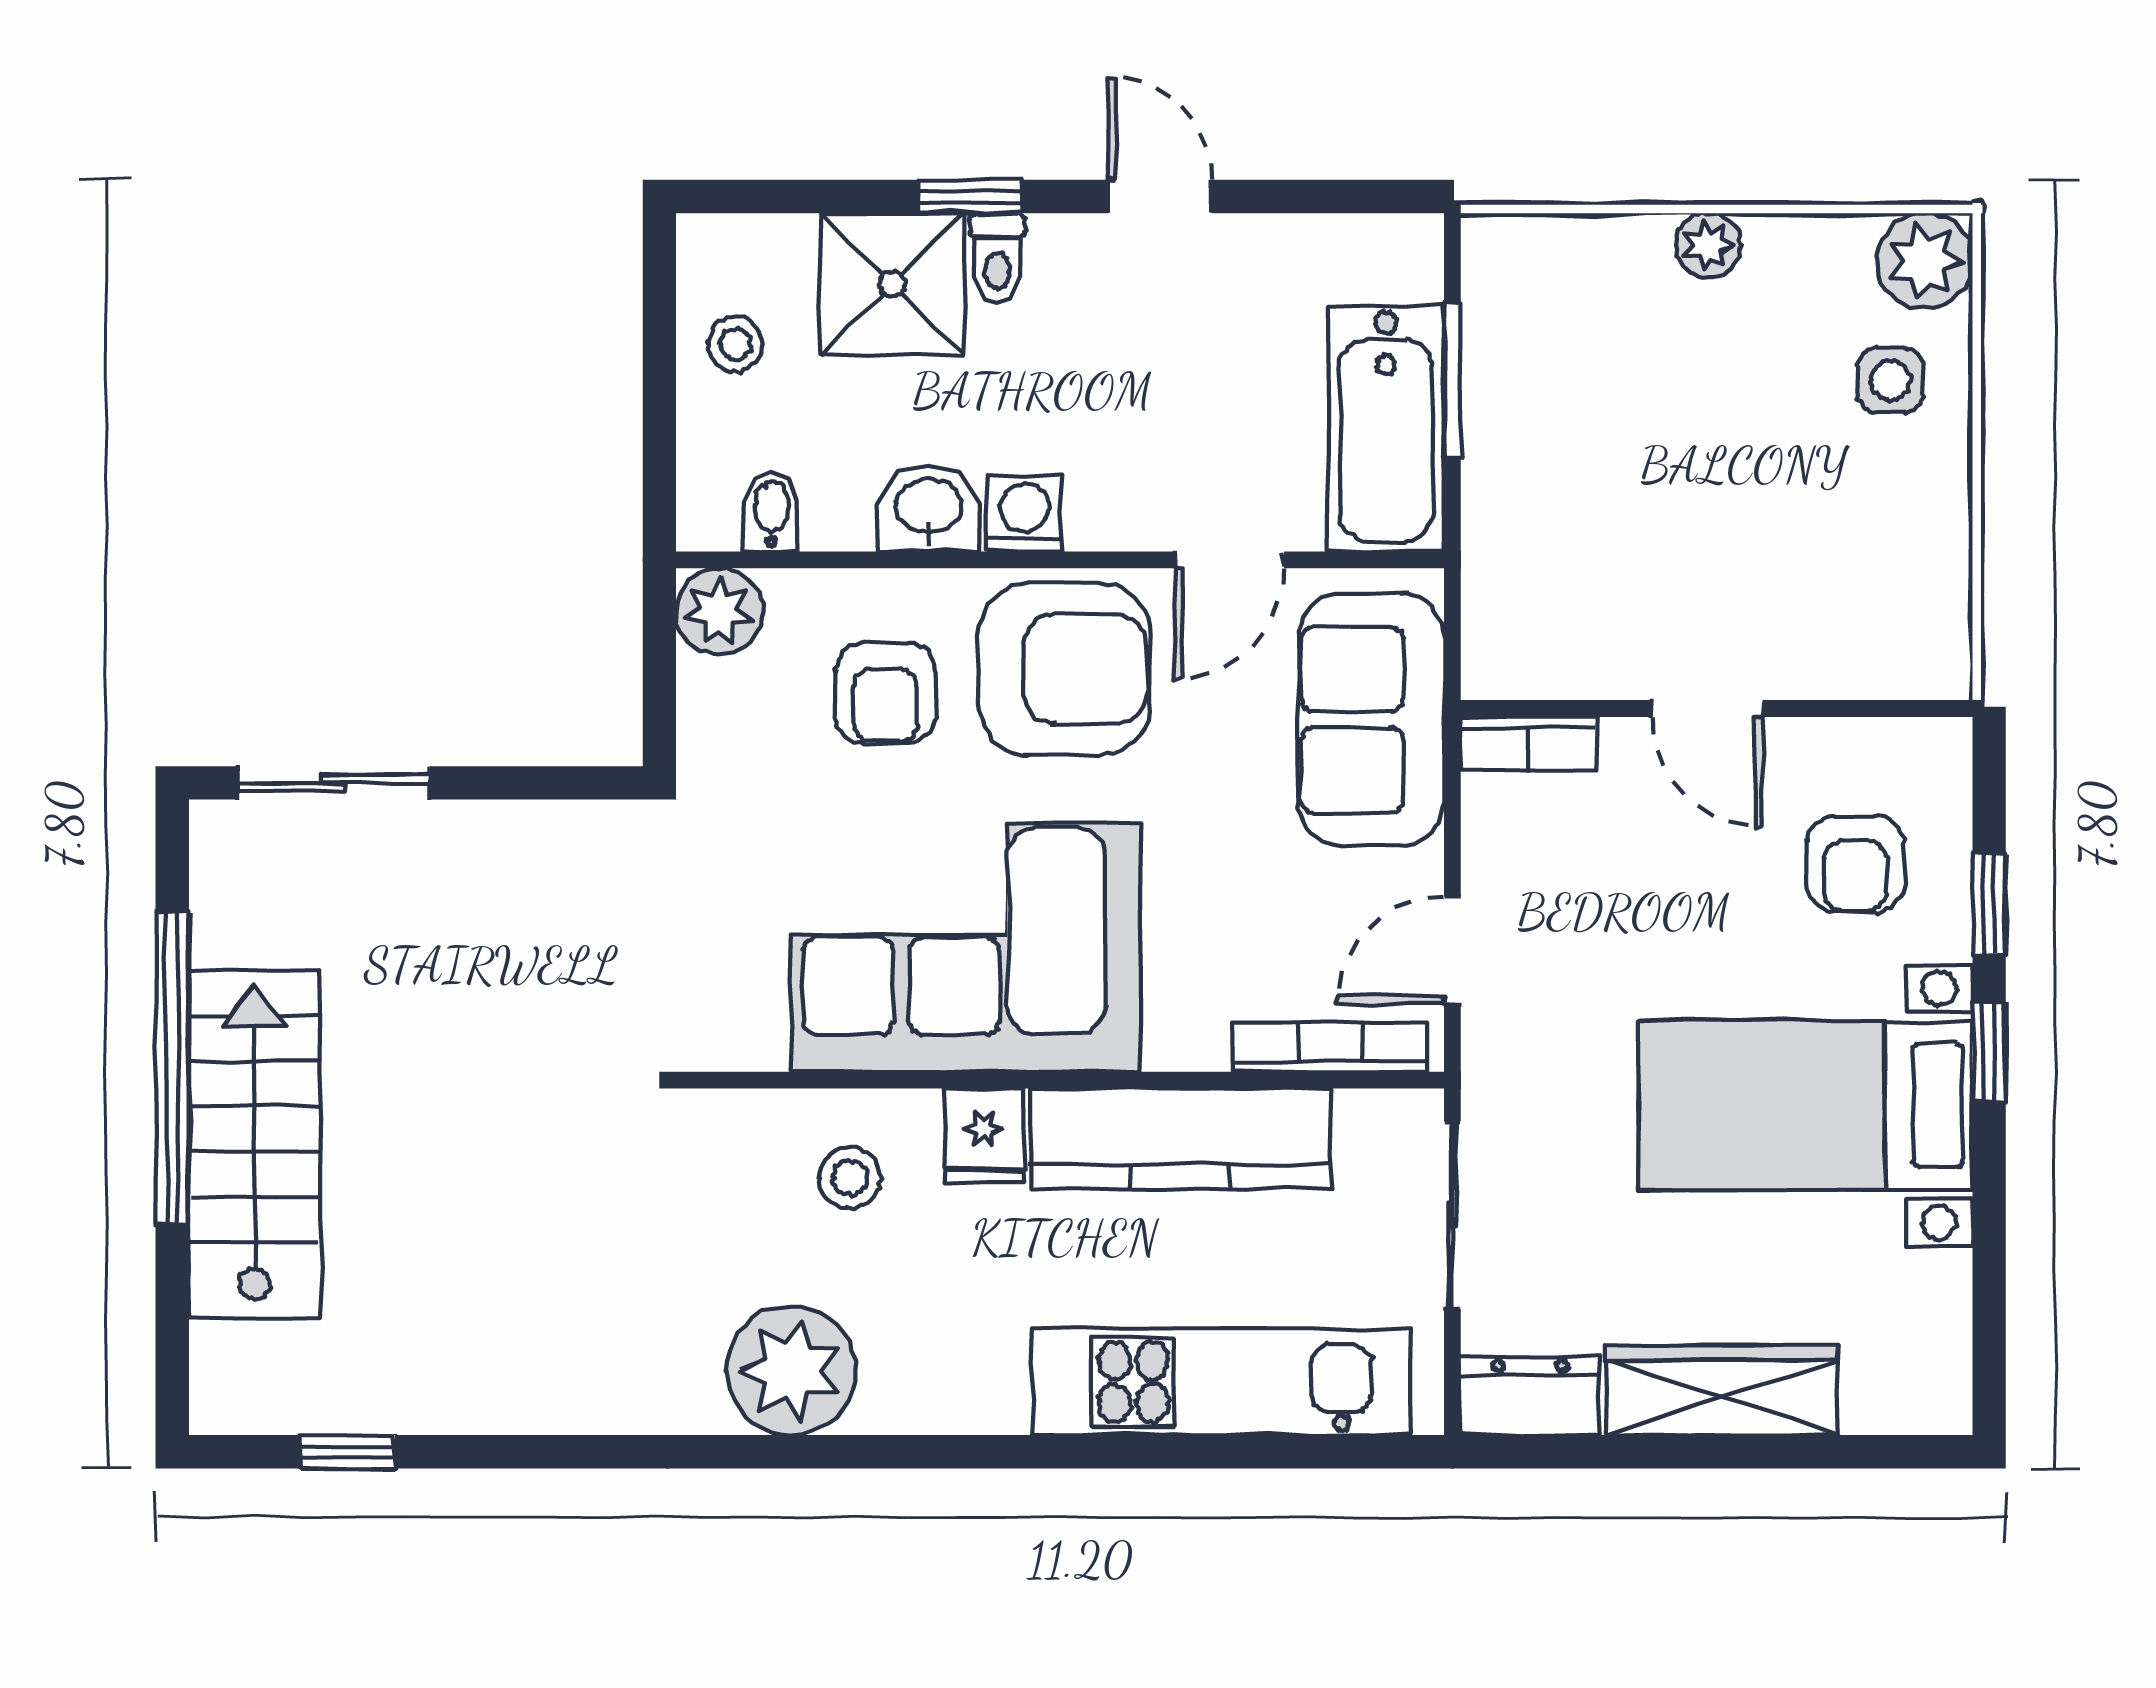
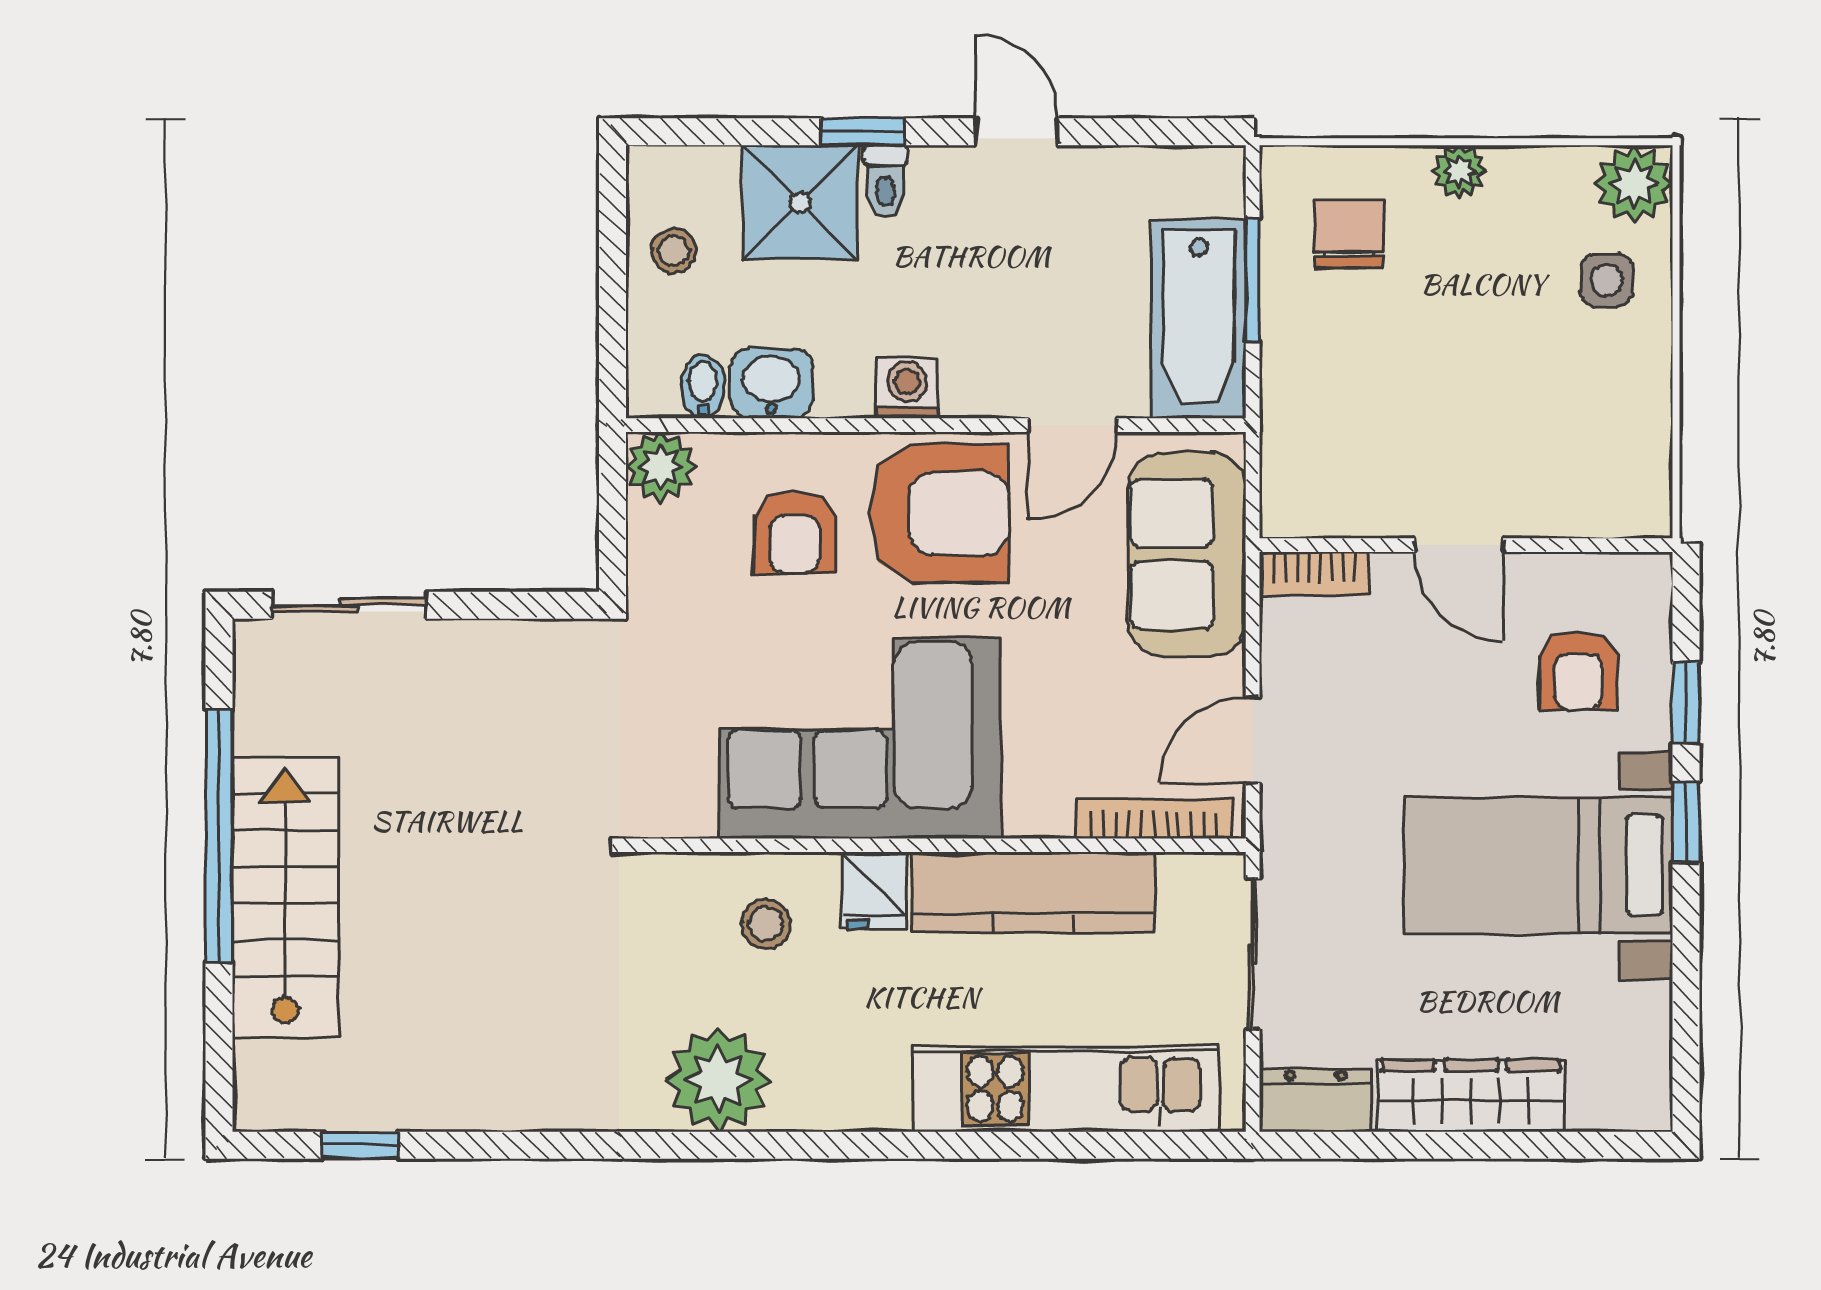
chair: (1572, 323) -> (1349, 234), added
washbasin: (929, 508) -> (771, 383), moved

